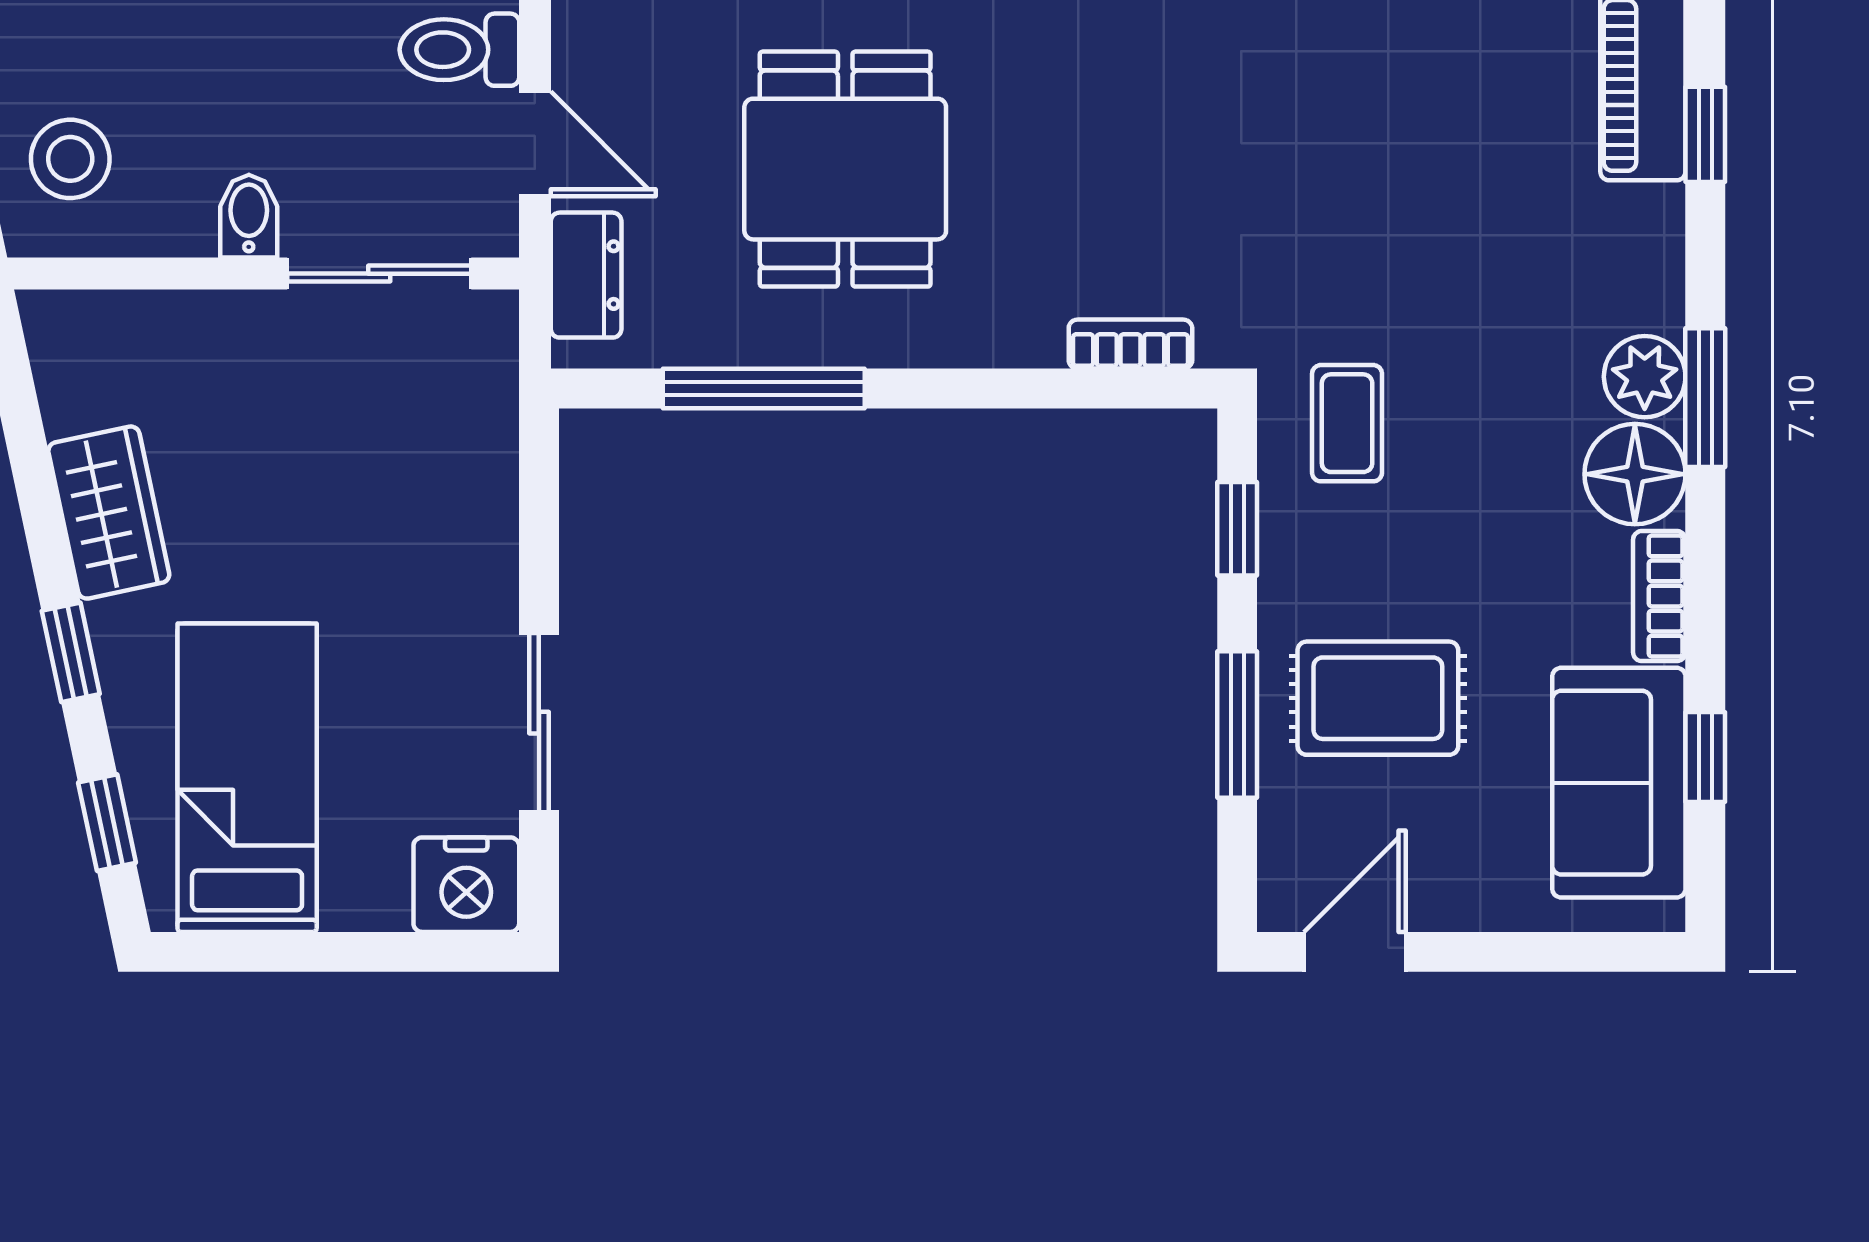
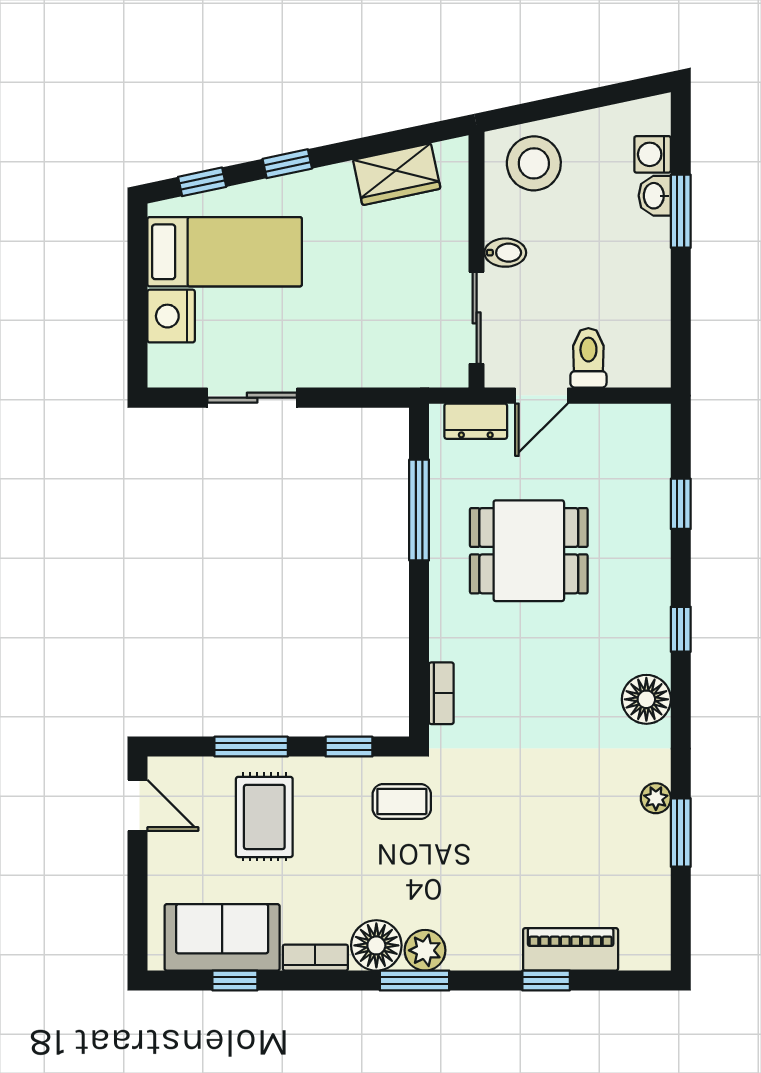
stool: (70, 159) -> (534, 163), width x1.38, depth x1.38
wardrobe: (109, 513) -> (397, 174), moved
nightstand: (466, 885) -> (171, 316), moved

